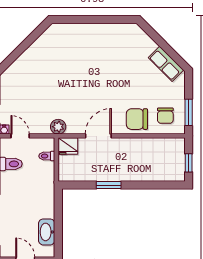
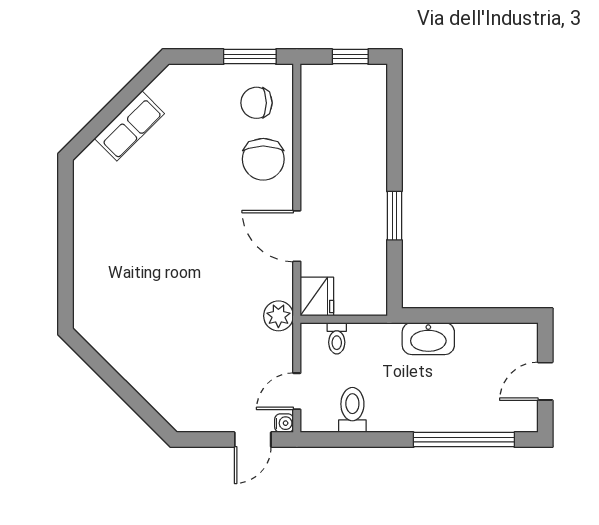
row of seats: (166, 64) -> (129, 126), moved
chair: (165, 116) -> (256, 103), turned 180
washbasin: (47, 232) -> (428, 339), moved

